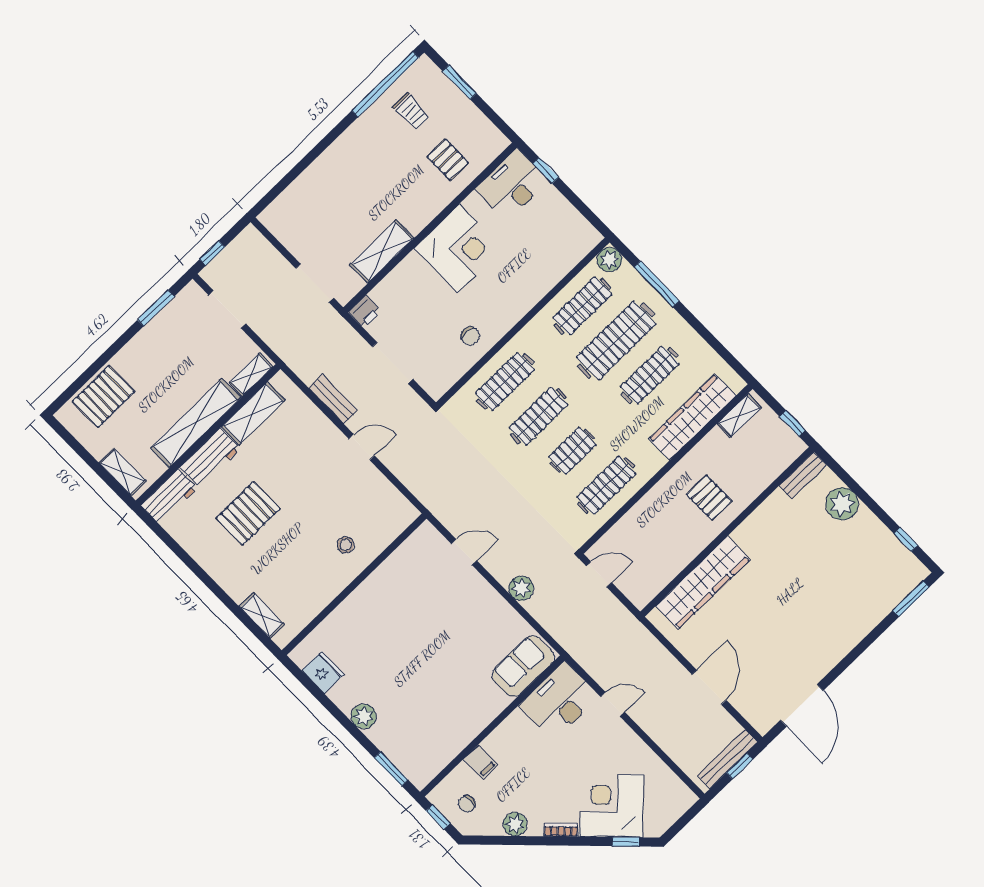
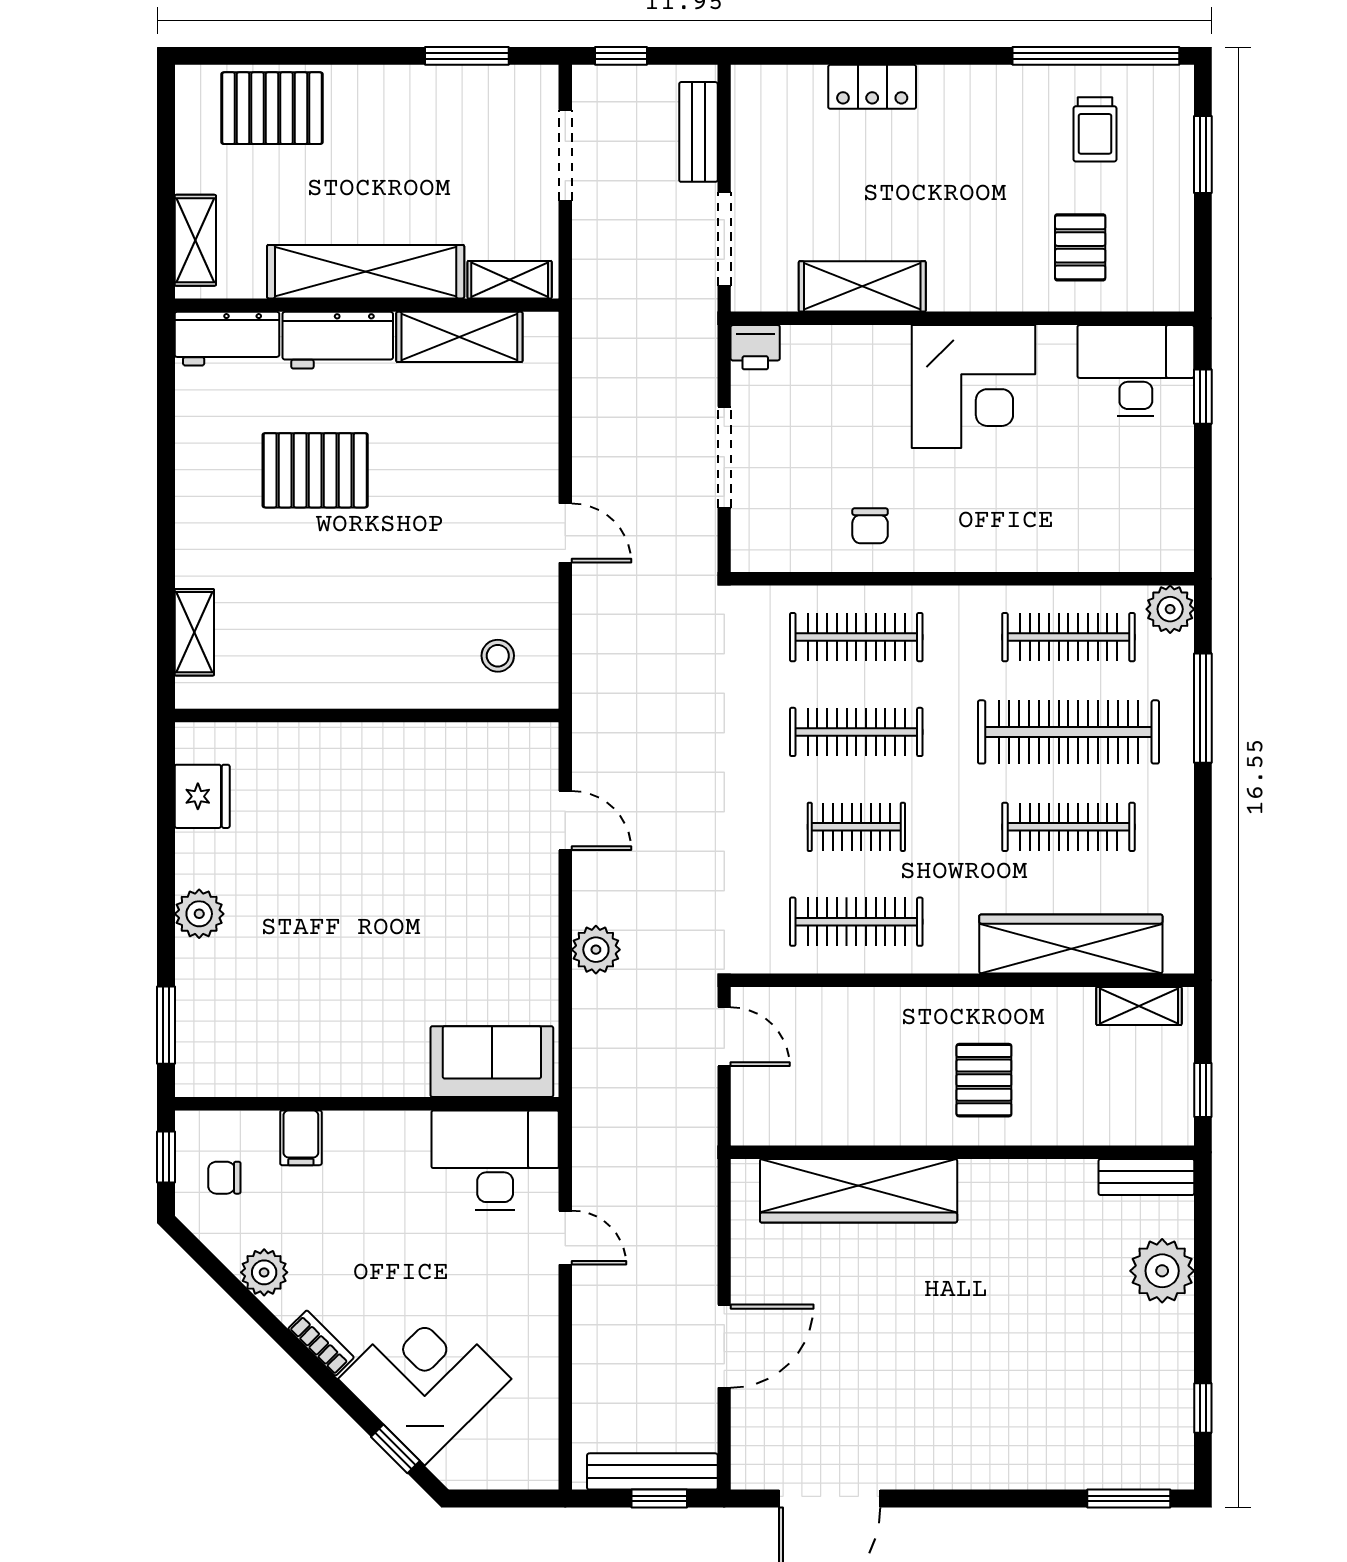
locker: (315, 175) -> (872, 87), added
bench: (333, 399) -> (698, 132), moved
stool: (346, 545) -> (498, 656), moved

